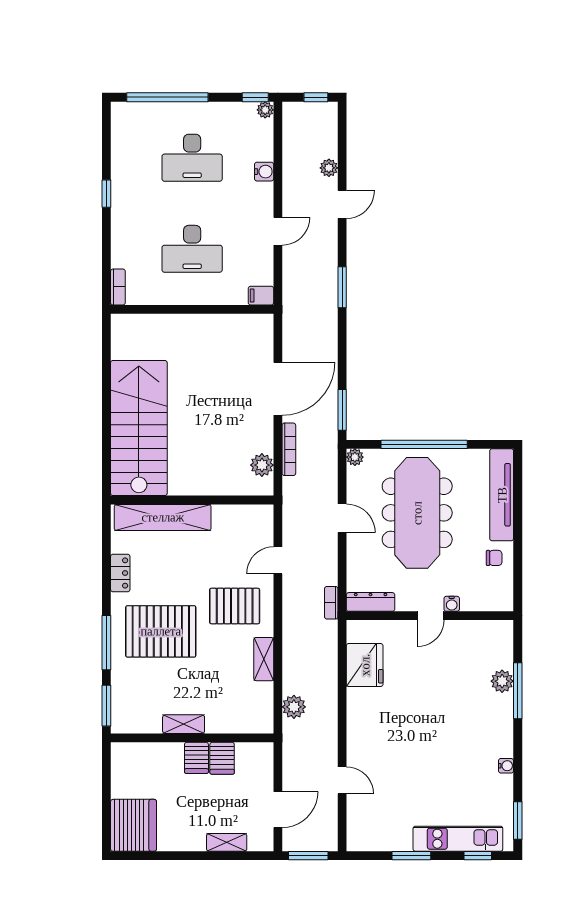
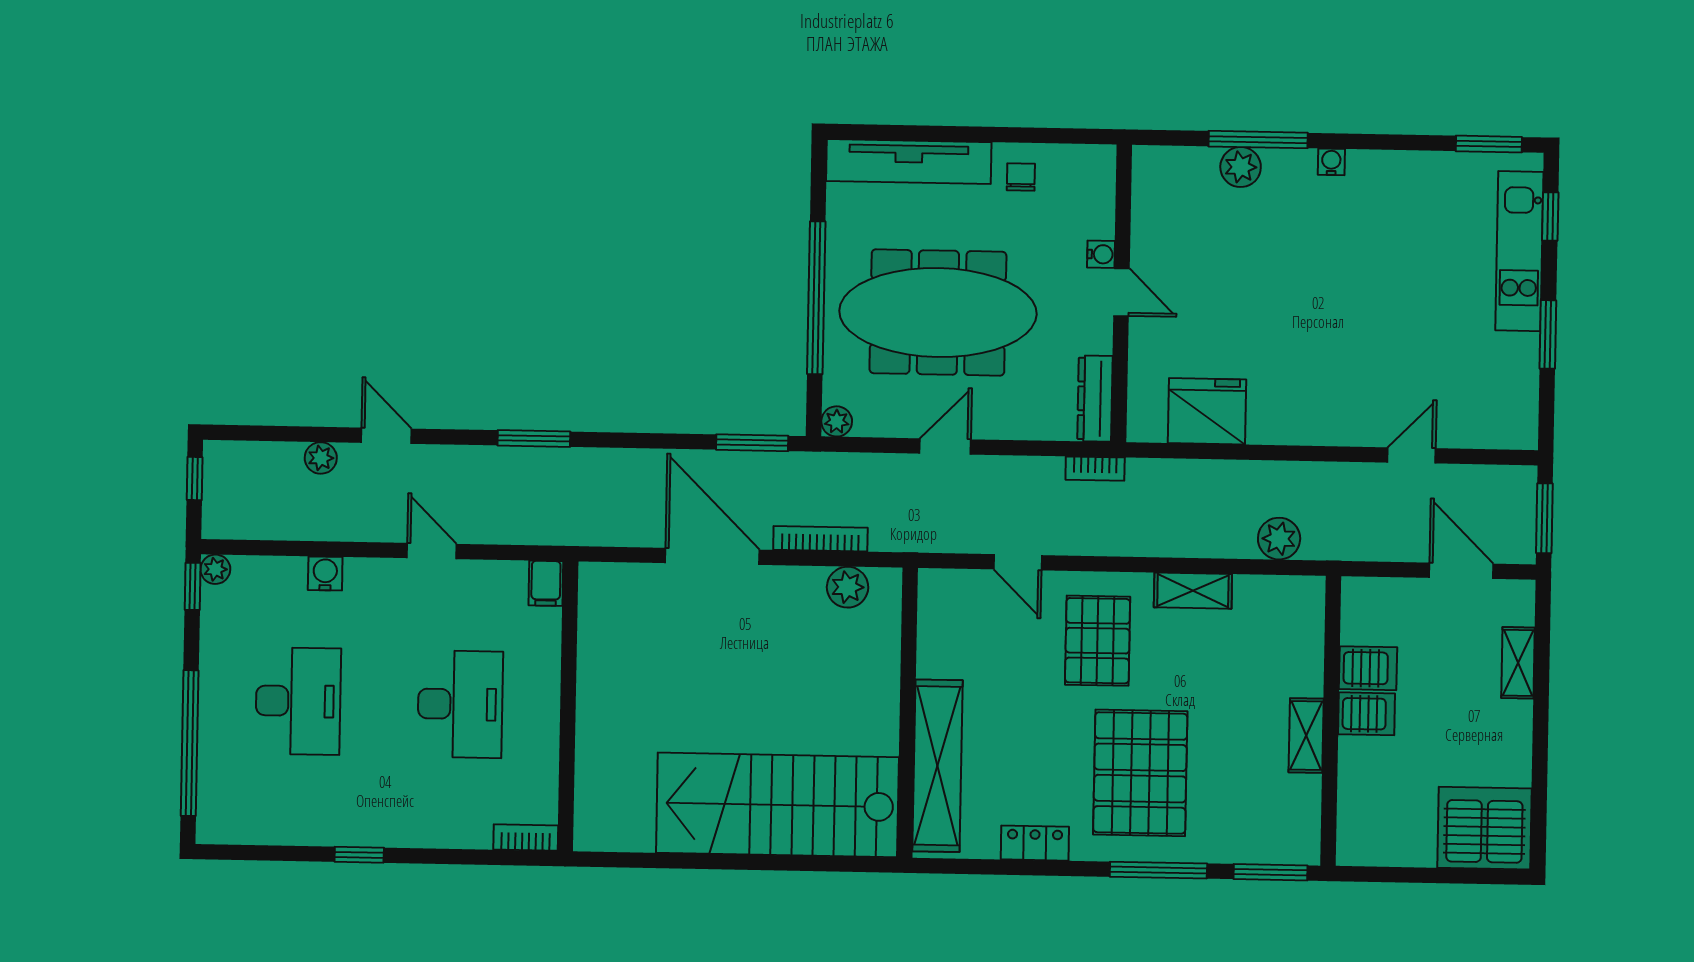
water cooler: (506, 766) -> (1331, 162), moved

